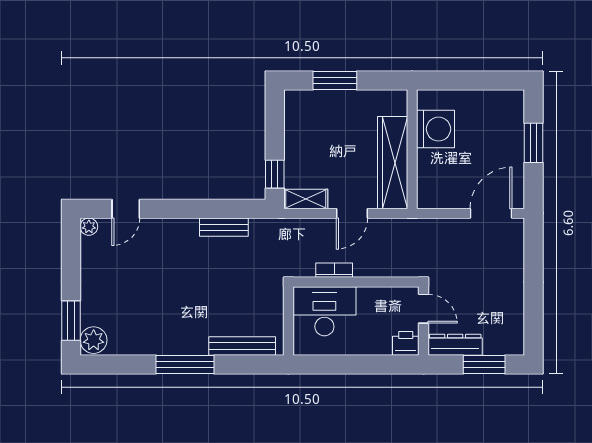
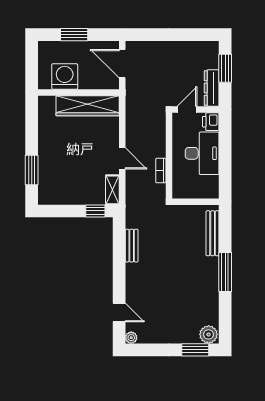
washing machine: (435, 129) -> (65, 76), moved
wall: (412, 149) -> (78, 92), moved
wardrobe: (393, 163) -> (88, 106), moved
desk: (324, 311) -> (202, 153), moved, turned 180

